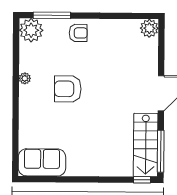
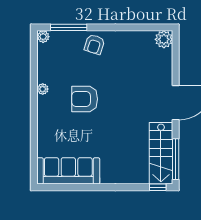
plant: (31, 30) -> (43, 37), width x0.53, depth x0.53
armchair: (78, 33) -> (94, 44), turned 108
sofa: (42, 162) -> (68, 171), width x1.36

